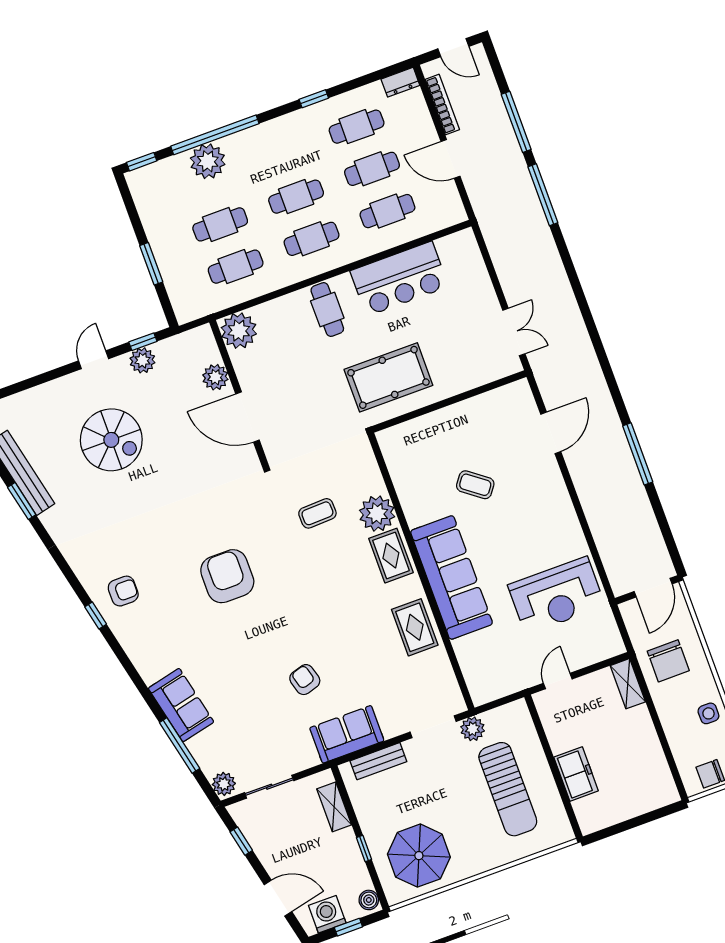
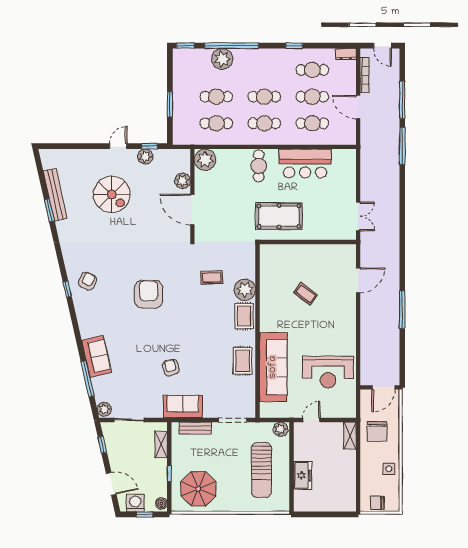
sofa: (452, 577) -> (273, 367), moved
armchair: (123, 591) -> (88, 281), turned -63
plant: (473, 729) -> (281, 429), moved

